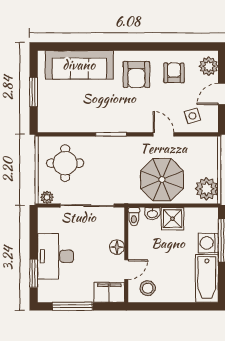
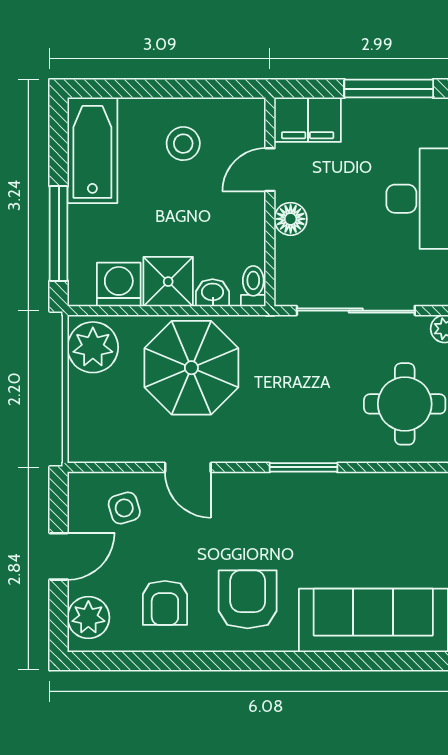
washing machine: (208, 243) -> (119, 284), moved, turned -90
stool: (148, 288) -> (183, 144), moved

